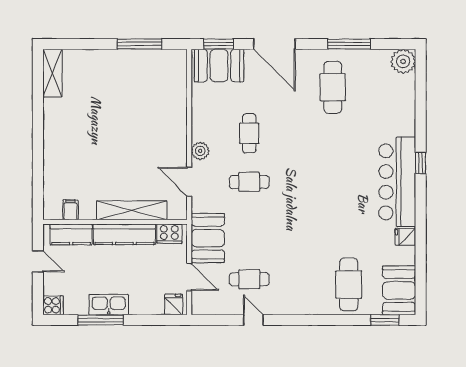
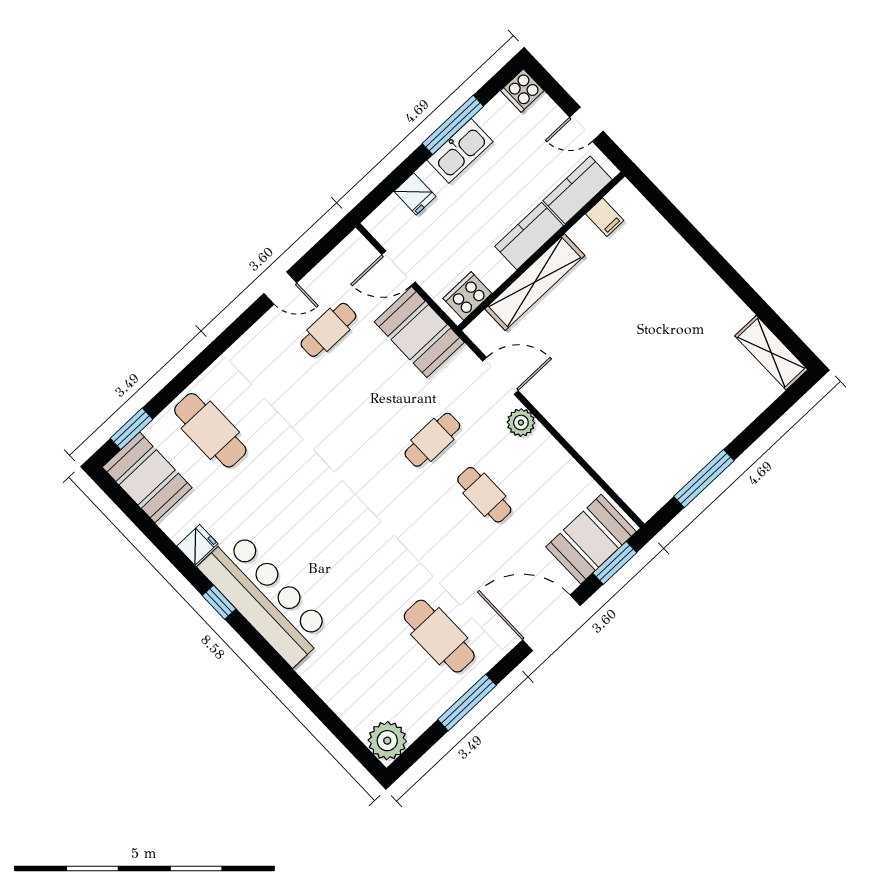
window: (421, 163) -> (219, 602), moved
kitchen counter: (124, 234) -> (529, 236), width x0.67
fridge: (174, 304) -> (415, 194), moved

